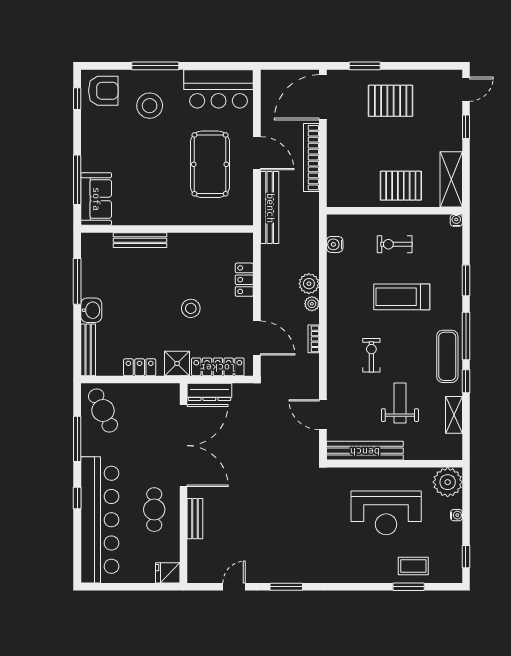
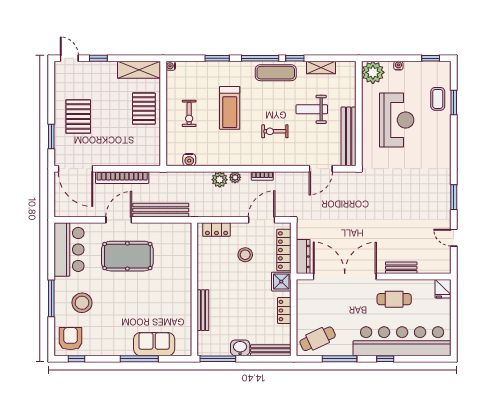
wall: (167, 229) -> (194, 289), moved
bench: (140, 240) -> (203, 310), moved
stool: (191, 308) -> (245, 255), moved

